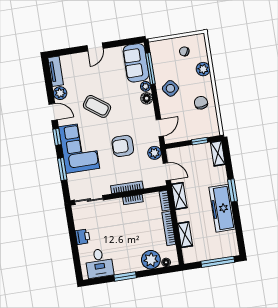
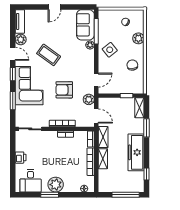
floor lamp: (147, 98) -> (89, 55), removed
window: (232, 190) -> (147, 128), moved
window: (239, 232) -> (147, 174), added
shelving: (185, 235) -> (103, 159), moved
plant: (151, 260) -> (56, 185), moved

